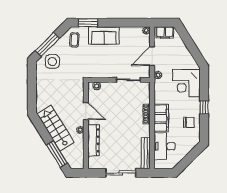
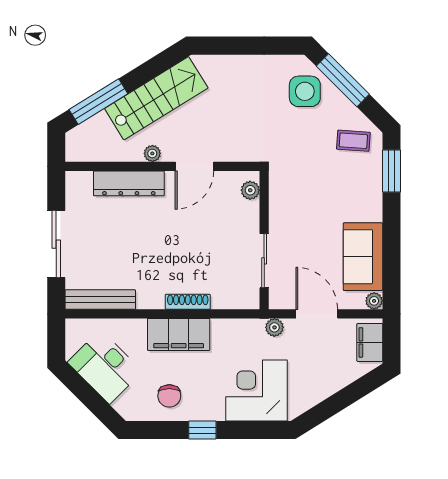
sofa: (104, 36) -> (363, 257), moved
desk: (165, 146) -> (105, 367), moved, turned -135

